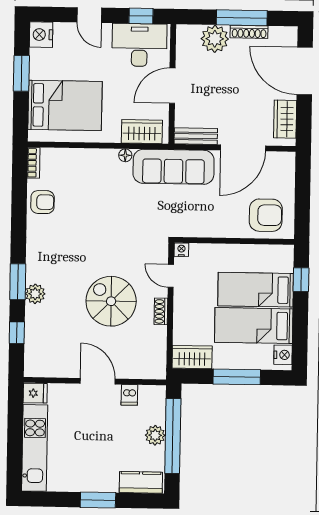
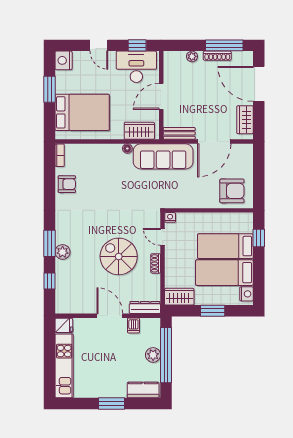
window: (242, 18) -> (224, 45), moved
plant: (215, 39) -> (192, 56), width x0.53, depth x0.53
dresser: (145, 371) -> (145, 308), added
window: (237, 377) -> (213, 311), width x0.69

